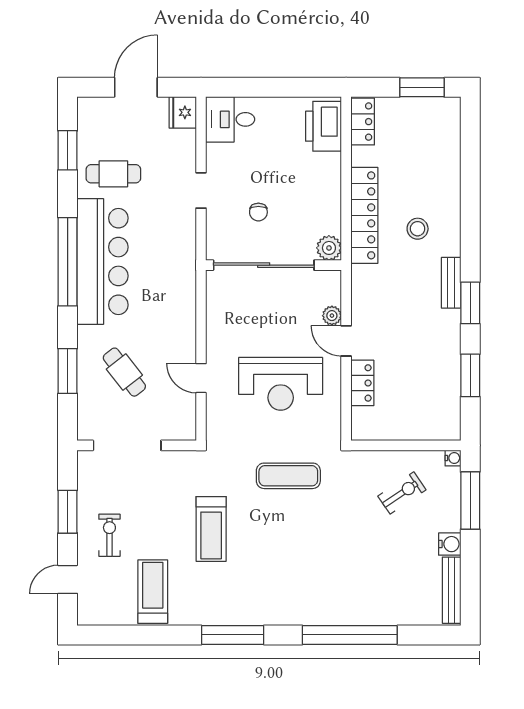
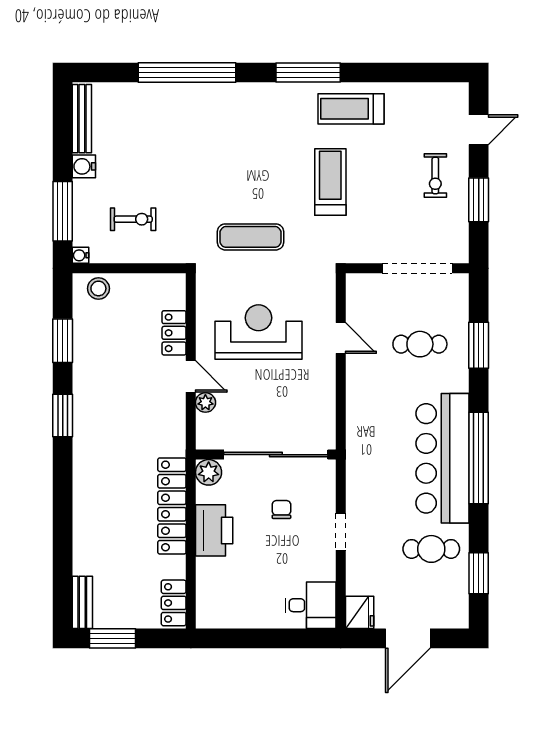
printer: (324, 126) -> (214, 530), moved
stool: (418, 229) -> (98, 288), moved
bench: (451, 283) -> (82, 602), moved
cafe table: (124, 372) -> (420, 344), turned -52
exercise bike: (402, 493) -> (133, 219), turned -146
treadmill: (153, 592) -> (351, 109), moved, turned 90

